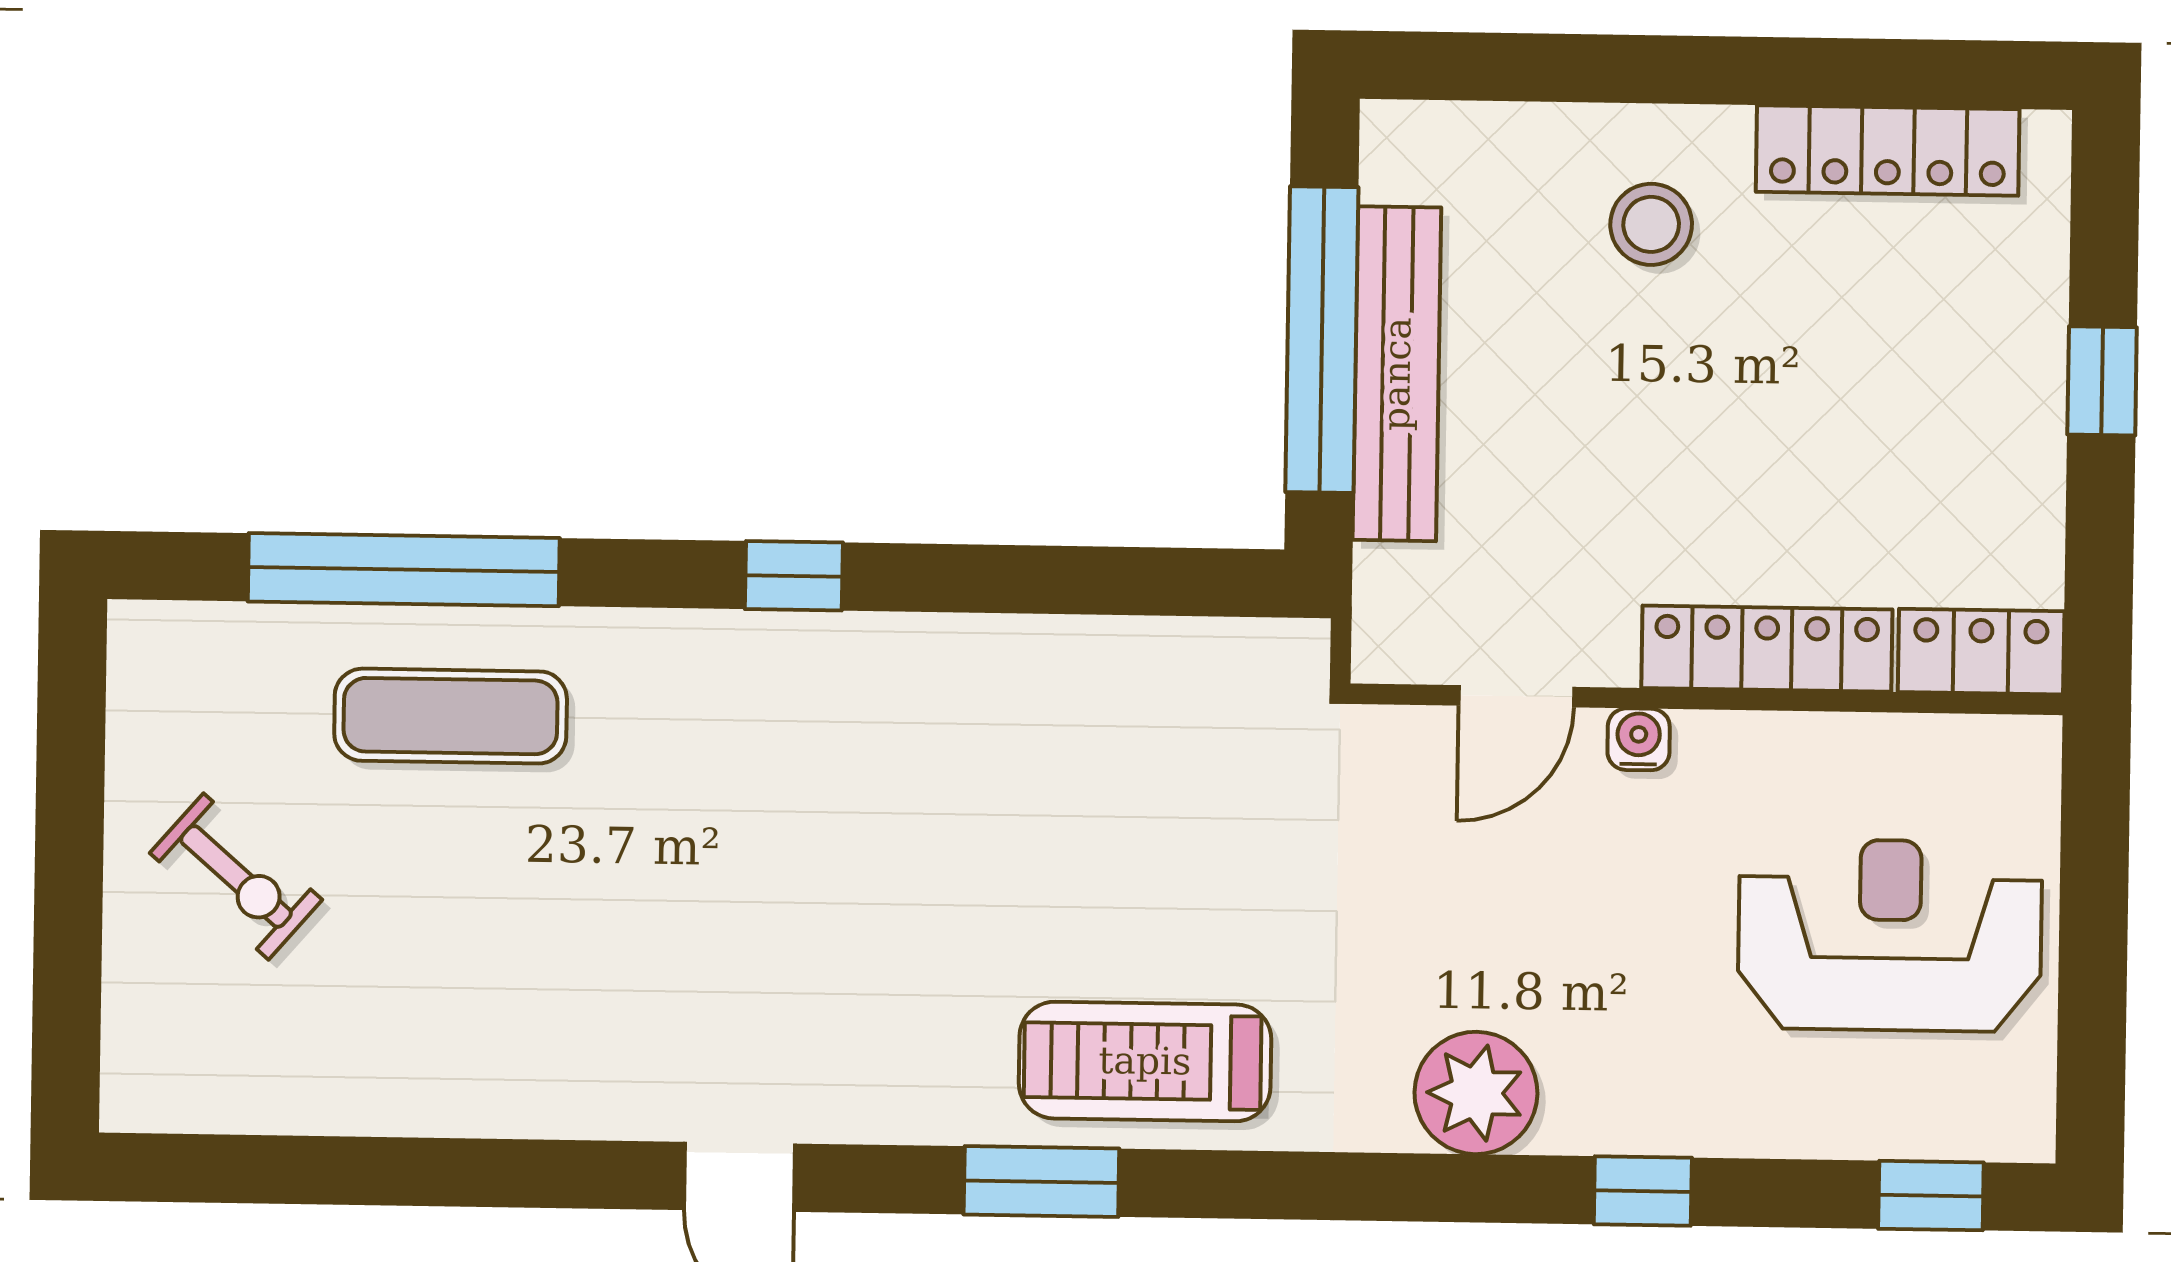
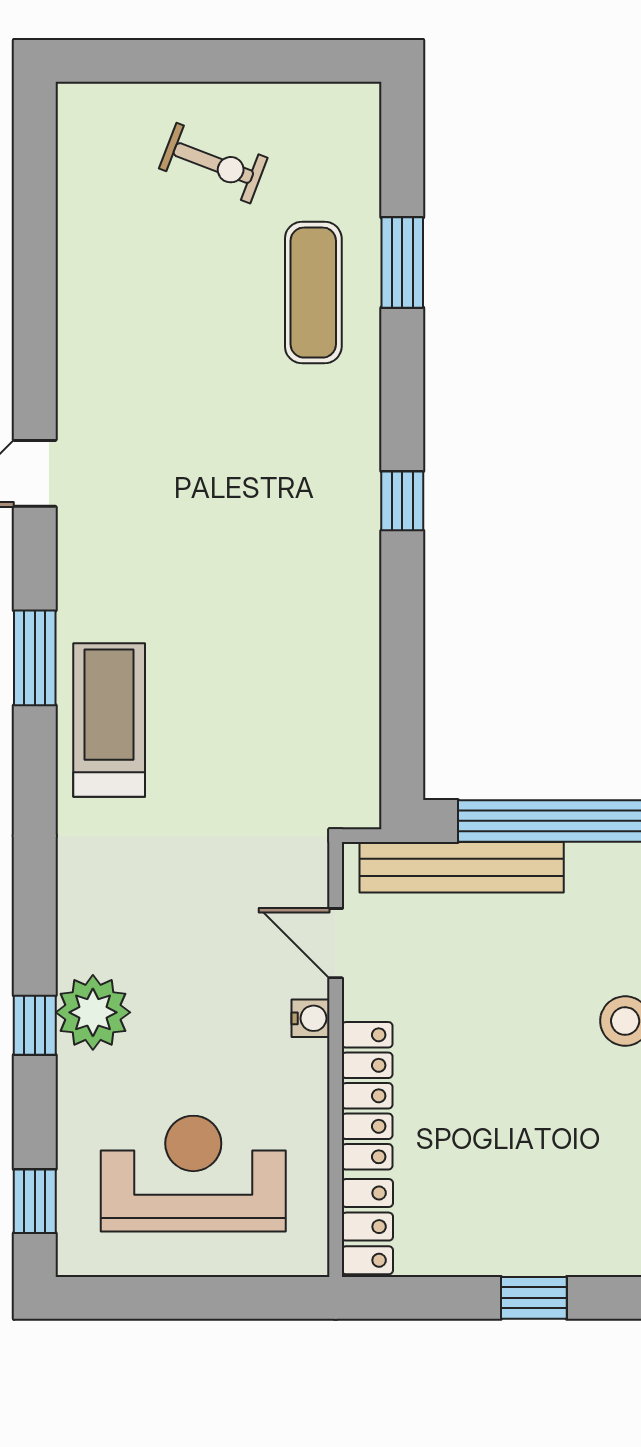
bench: (1397, 374) -> (462, 867), moved
window: (404, 570) -> (402, 262), width x0.47
exercise bike: (236, 876) -> (213, 163), turned -110
reception desk: (1890, 935) -> (193, 1174), turned -90
plant: (1476, 1093) -> (93, 1012), moved

